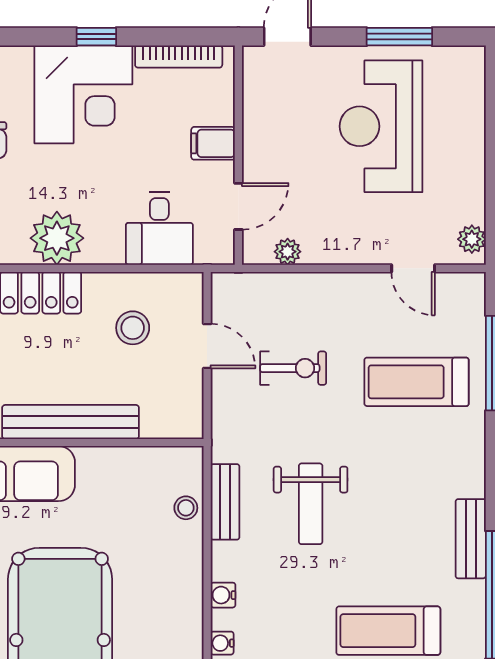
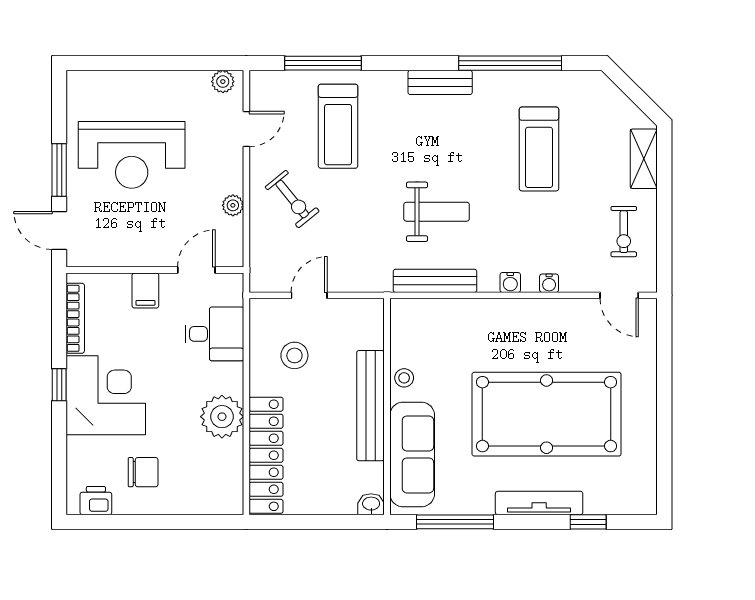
window: (399, 37) -> (59, 170), moved
door: (238, 206) -> (196, 270), hinge flipped
plant: (288, 252) -> (233, 205), moved
exercise bike: (293, 368) -> (292, 199), moved, turned 141
bench: (225, 502) -> (435, 281), width x1.36
stool: (186, 508) -> (404, 378), moved
bench: (471, 539) -> (440, 82), moved

